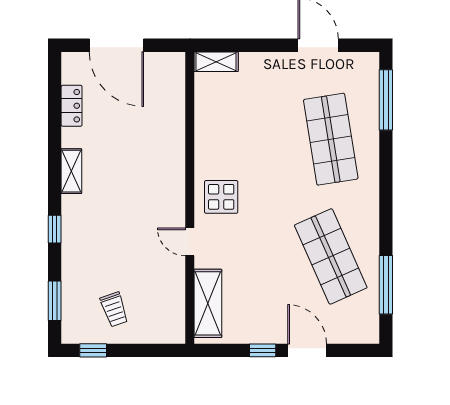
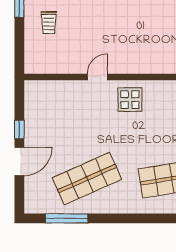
shelving: (208, 303) -> (53, 90), removed
trolley: (114, 309) -> (49, 22), turned -71

